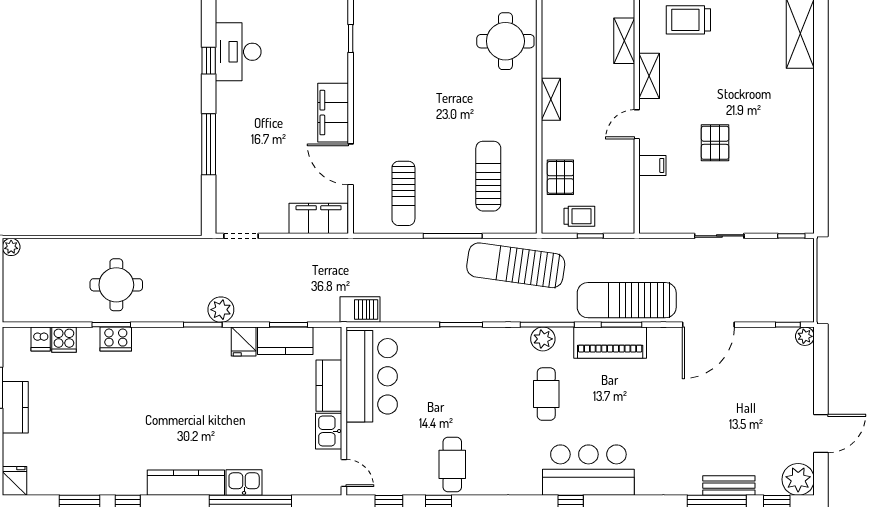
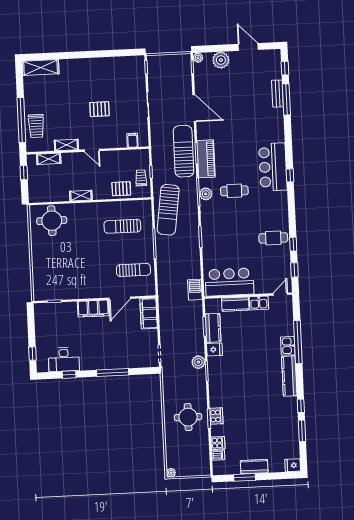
filing cabinet: (652, 165) -> (132, 140), moved
sun lounger: (627, 300) -> (184, 151), turned 180
plant: (798, 479) -> (221, 60), moved

